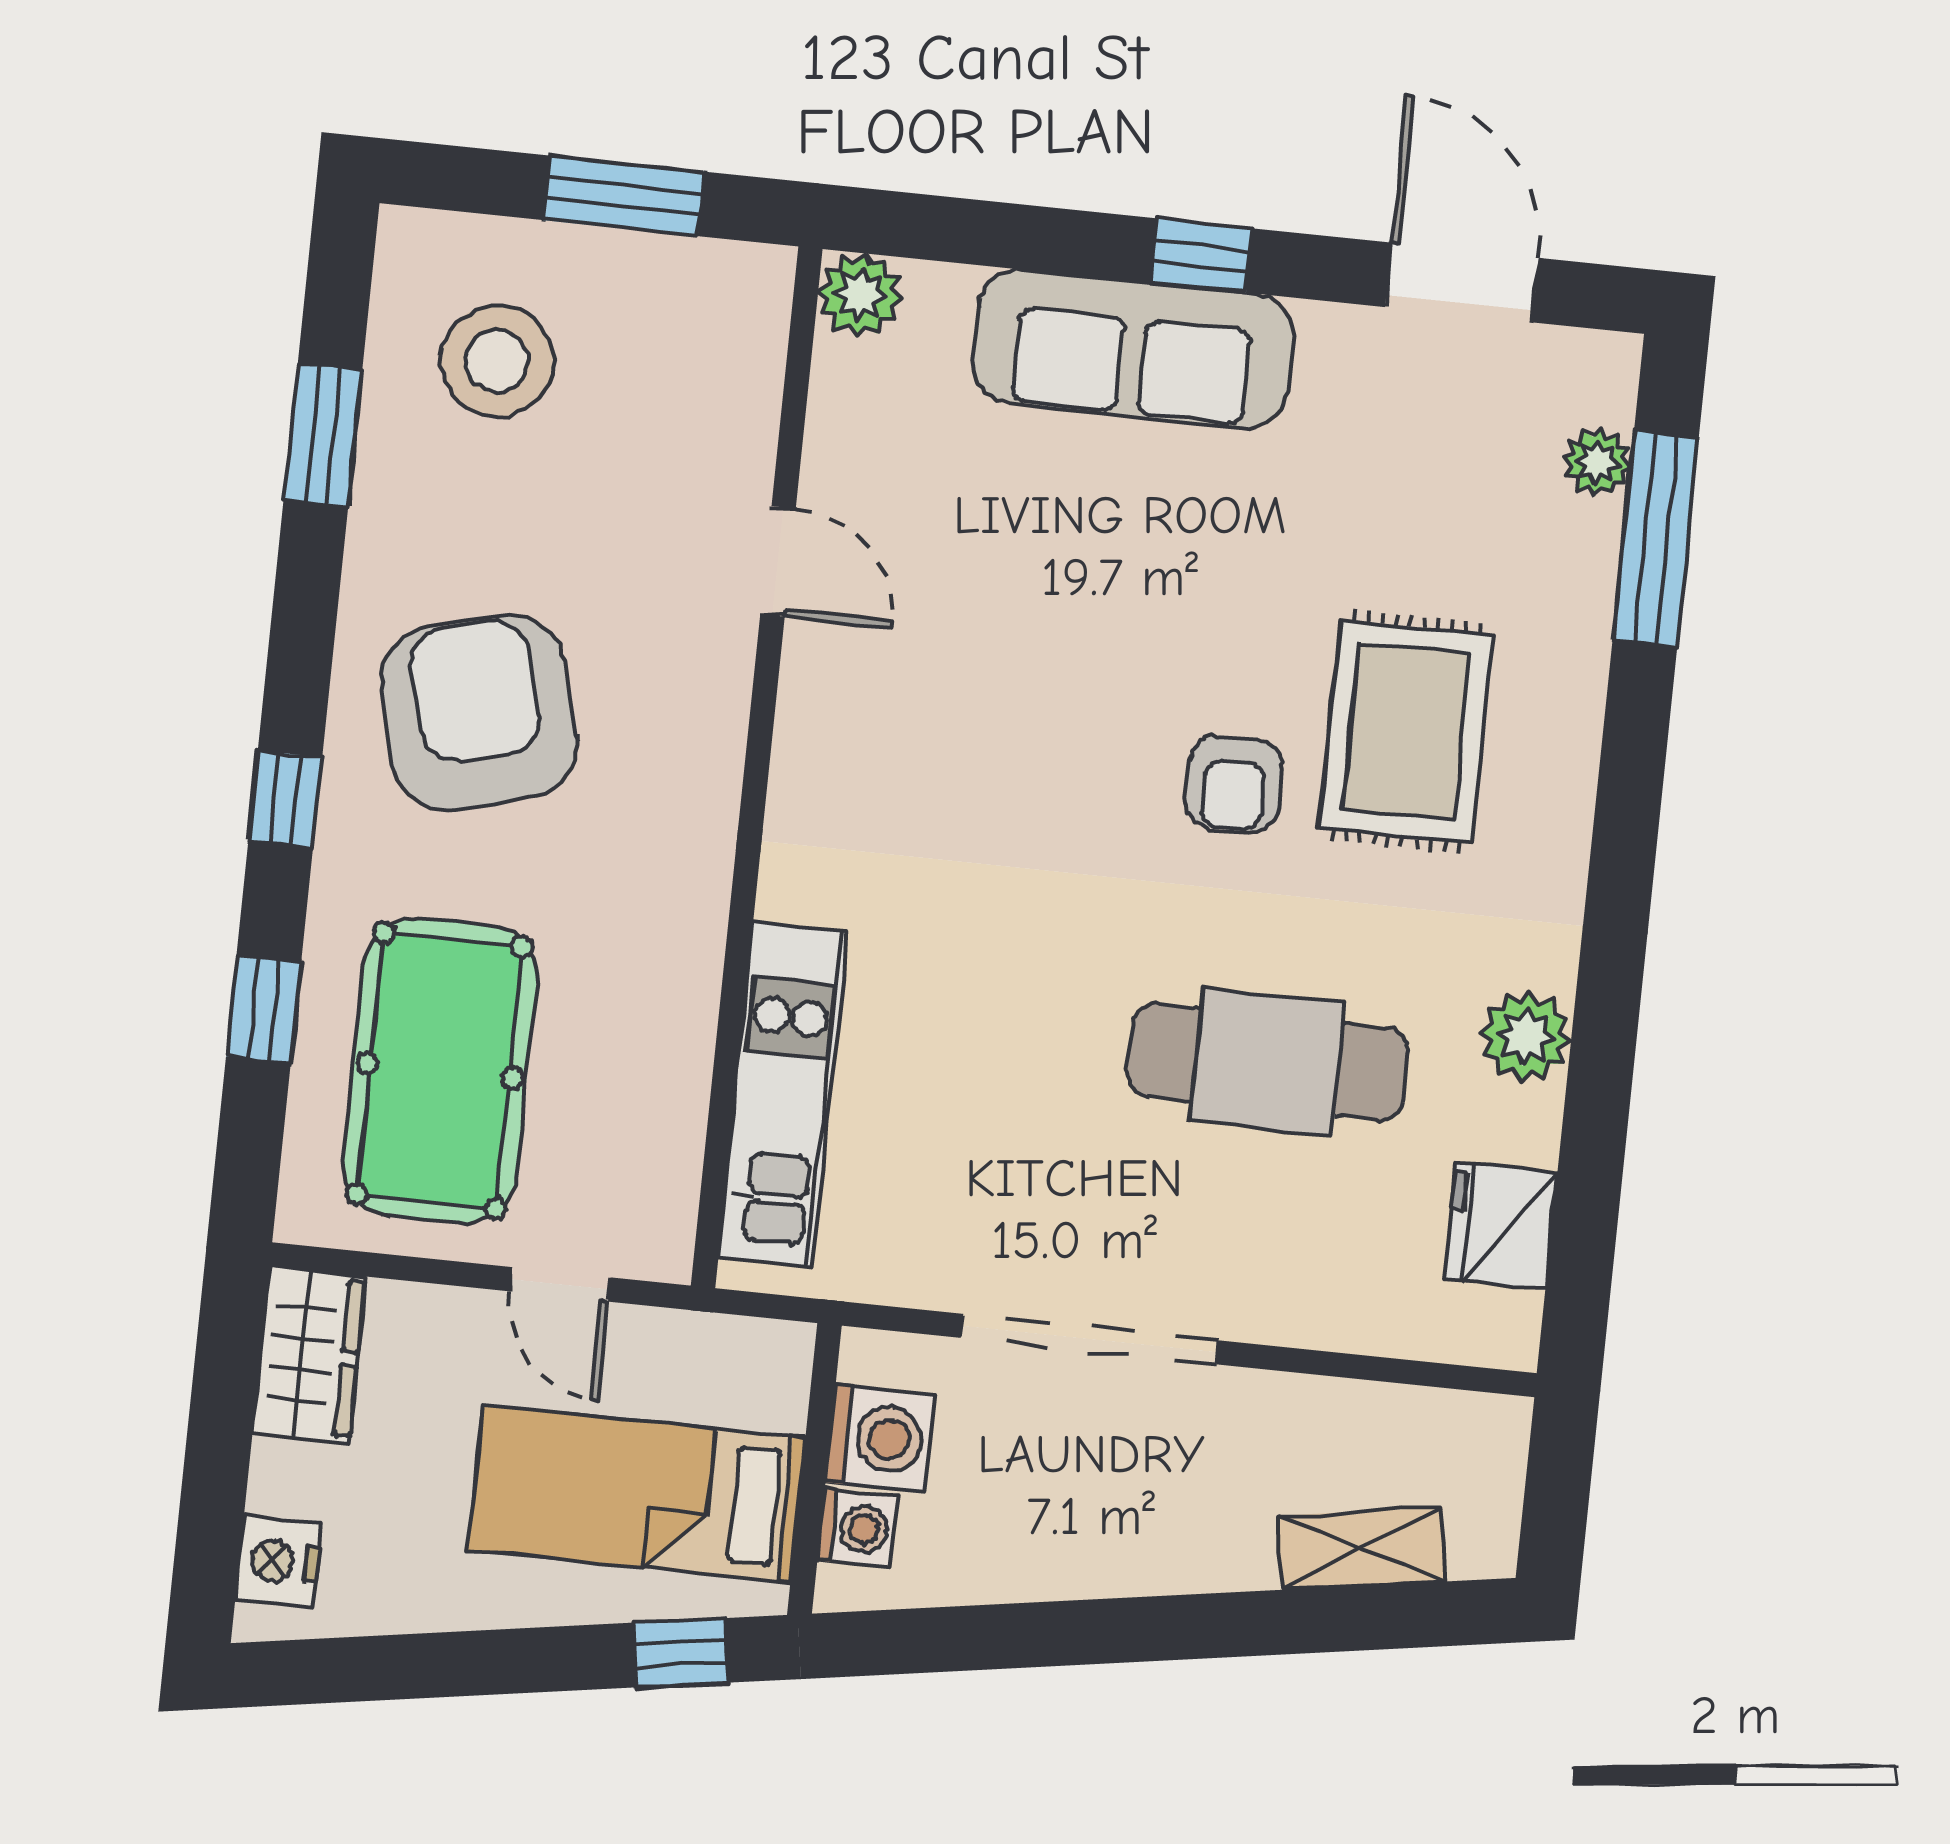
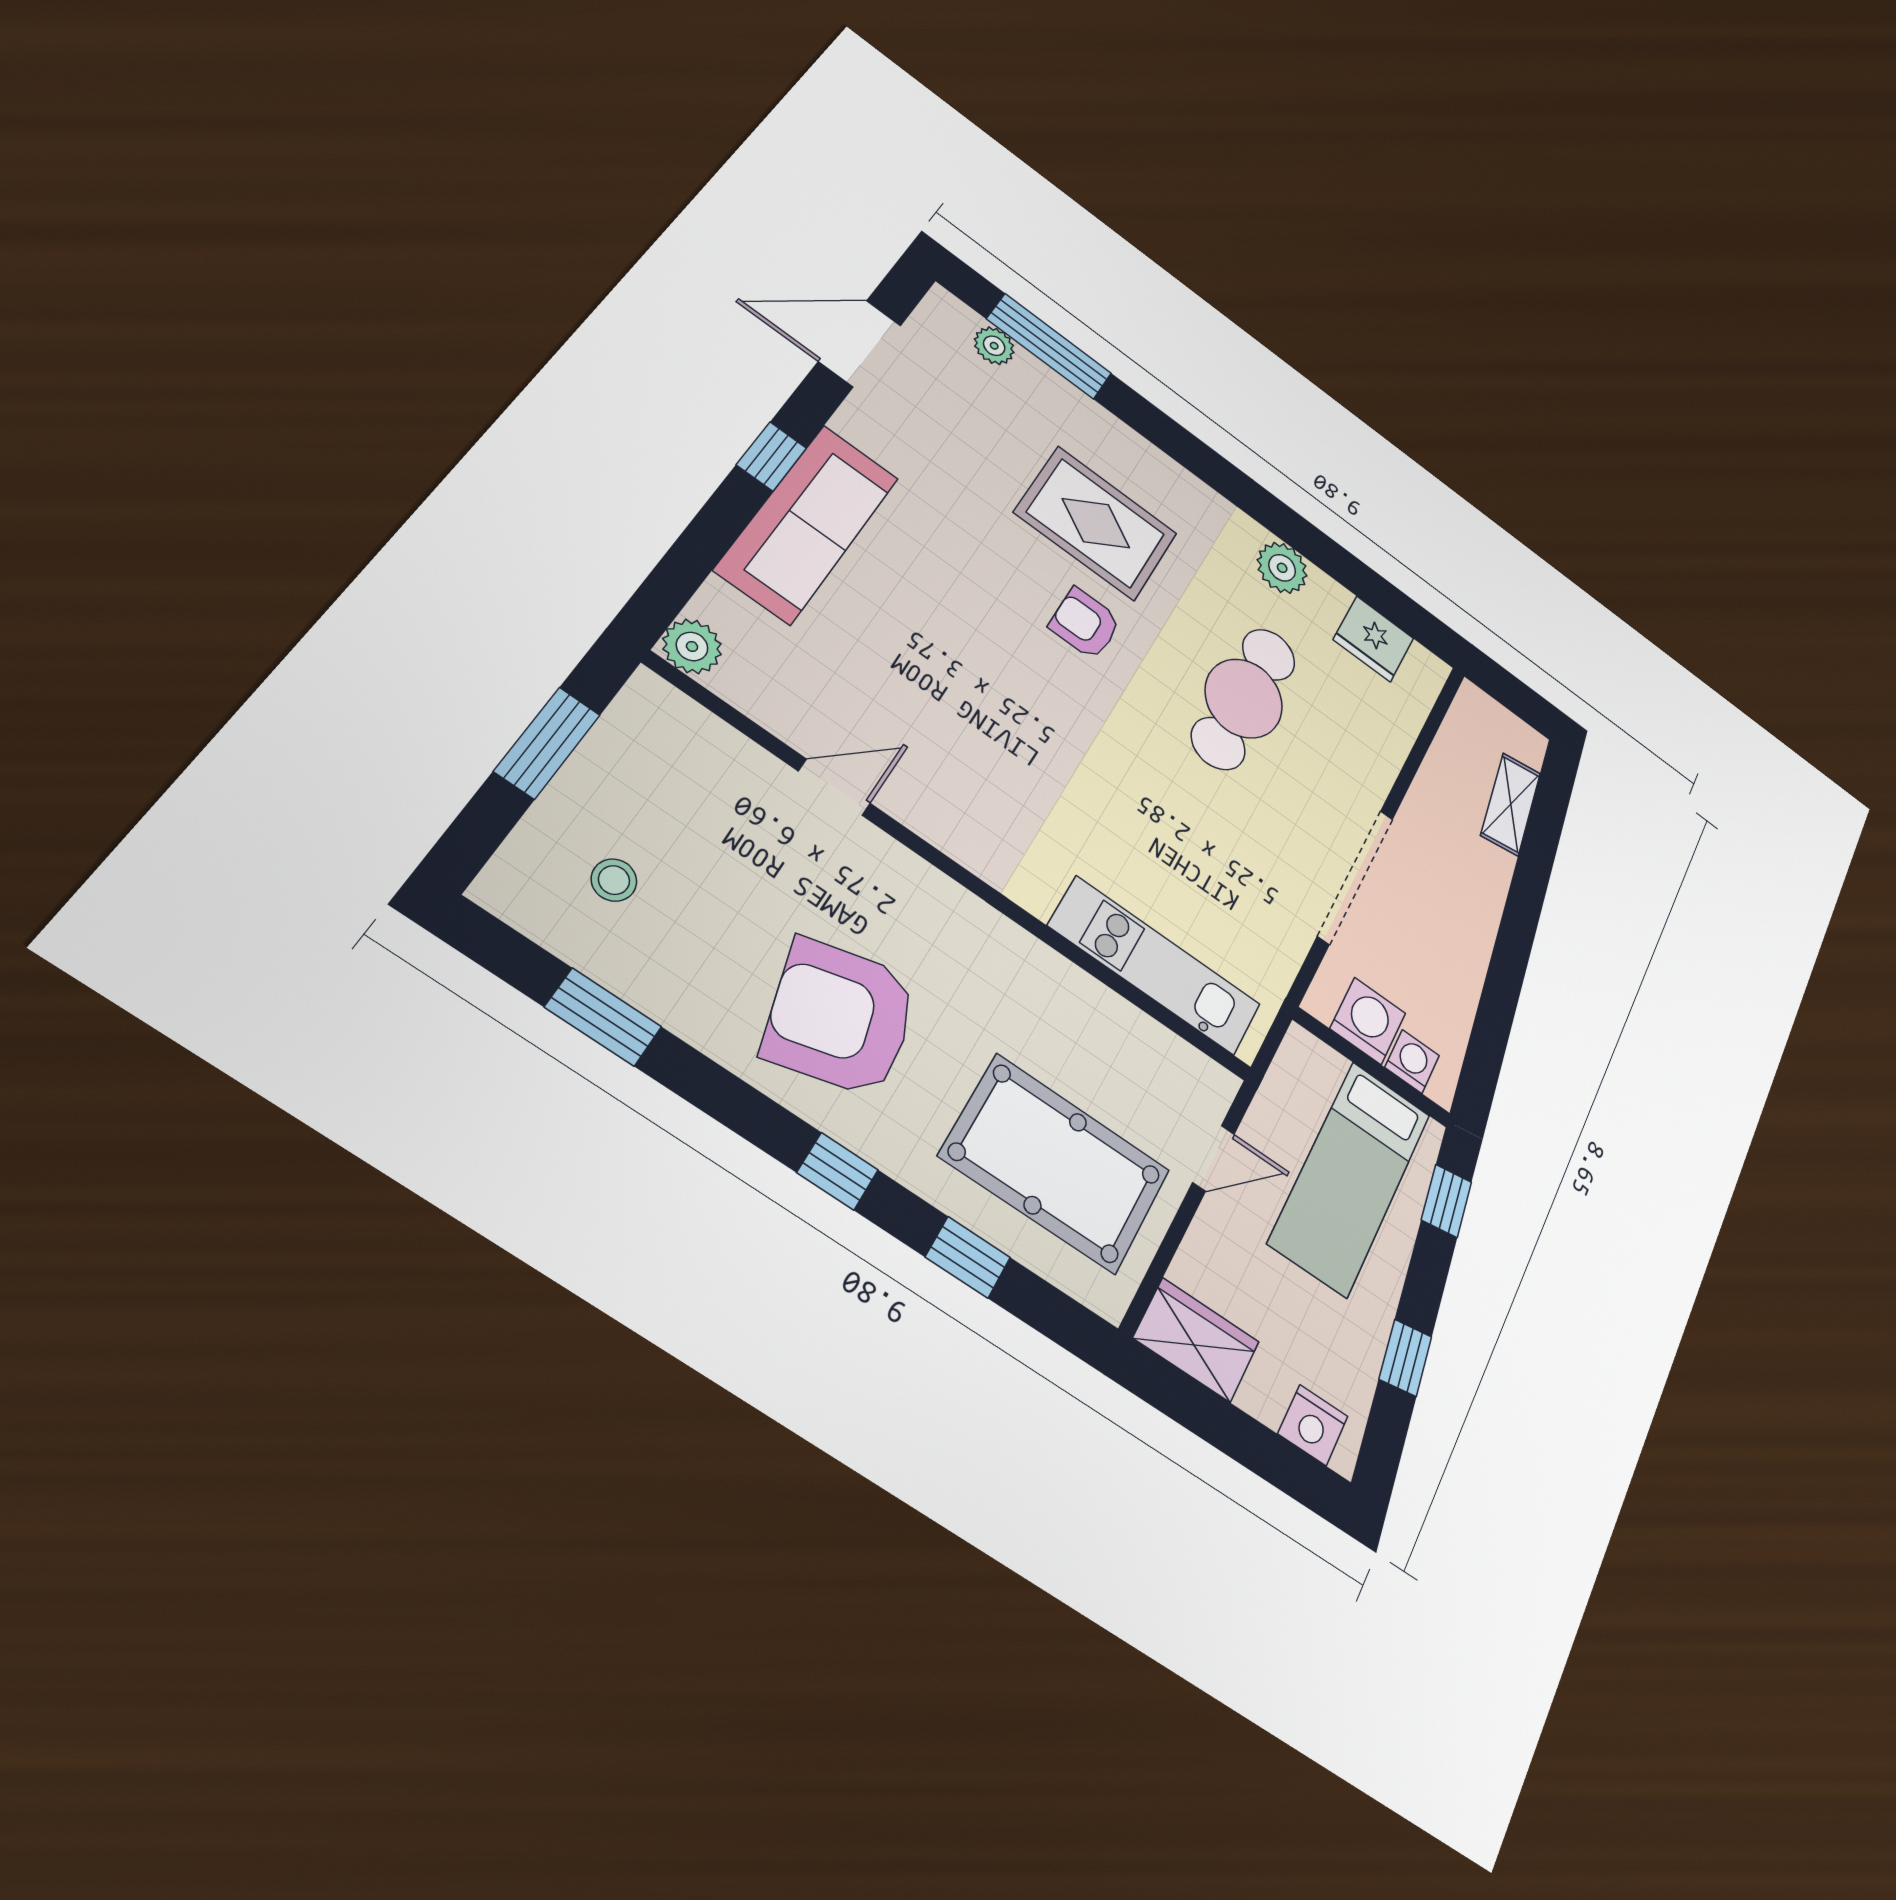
stool: (497, 361) -> (614, 880), width x0.53, depth x0.53
armchair: (1234, 784) -> (1085, 624), turned 180
window: (431, 1665) -> (1405, 1358), added

